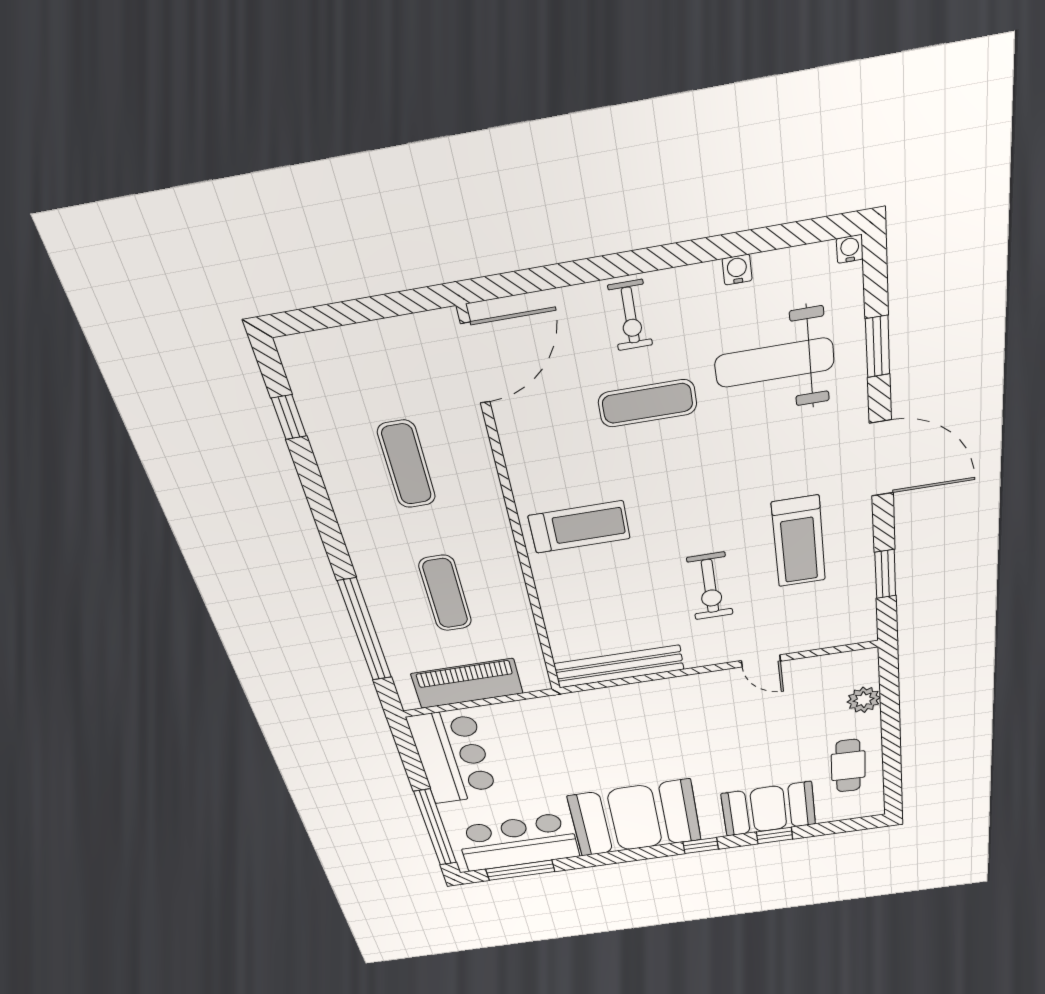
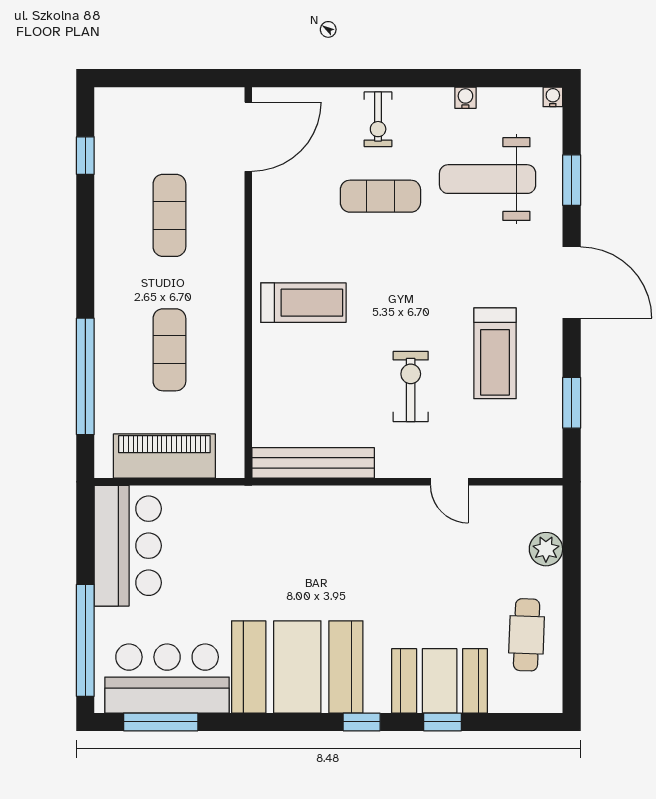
exercise bike: (710, 586) -> (411, 387), turned 180

